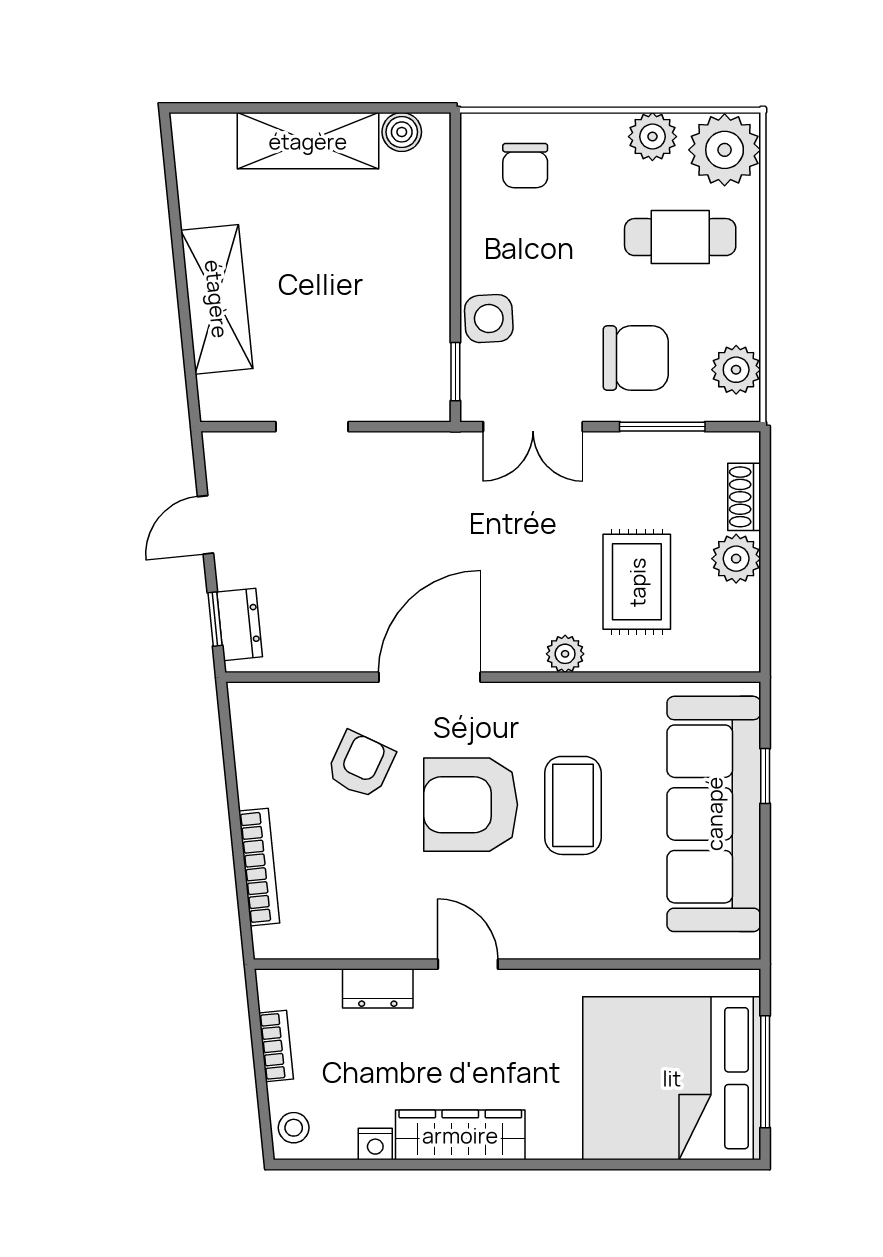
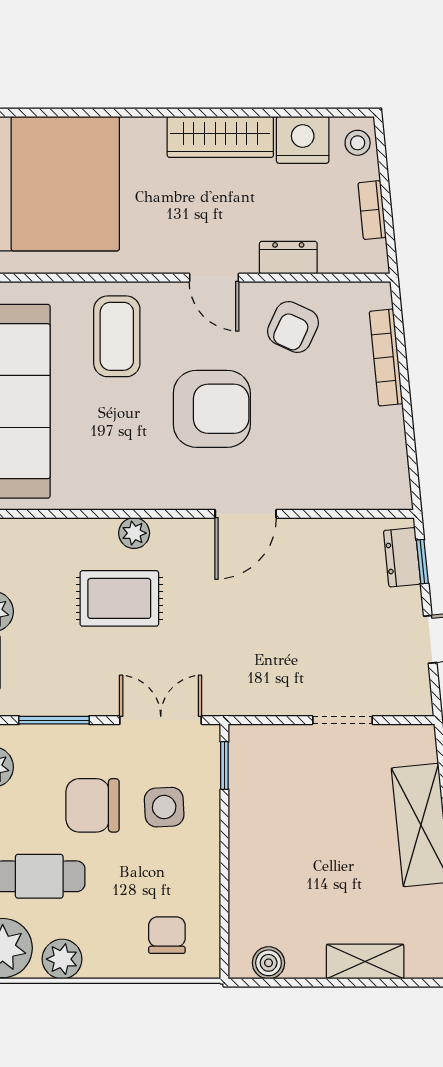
shelving: (308, 141) -> (365, 961), width x0.67, depth x0.75
side table: (489, 319) -> (164, 807), moved
chair: (636, 358) -> (93, 805), moved
rug: (637, 582) -> (119, 598), moved, turned 90
door: (430, 677) -> (246, 514), width x0.73
armchair: (361, 765) -> (293, 327), moved
coffee table: (573, 805) -> (117, 336), moved
nightstand: (375, 1144) -> (303, 140), width x1.89, depth x1.79

